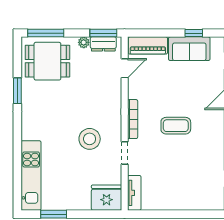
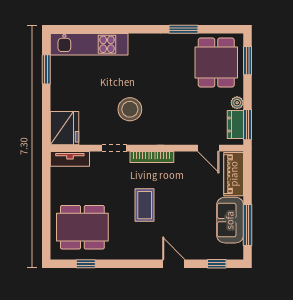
window: (46, 33) -> (248, 61), width x0.69
window: (194, 33) -> (248, 225), width x2.17
dining table: (196, 182) -> (82, 227), added

